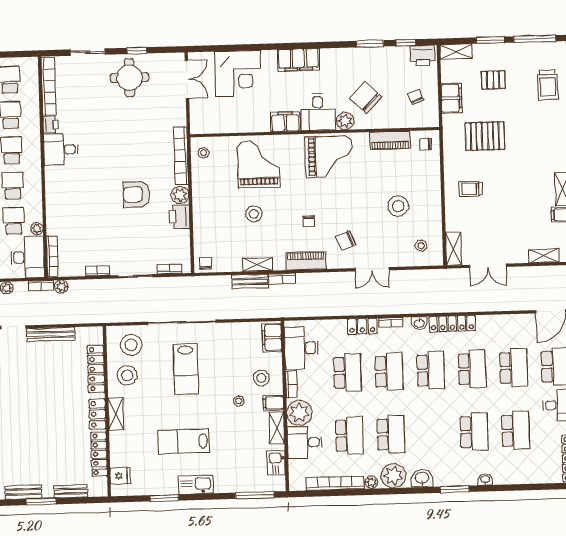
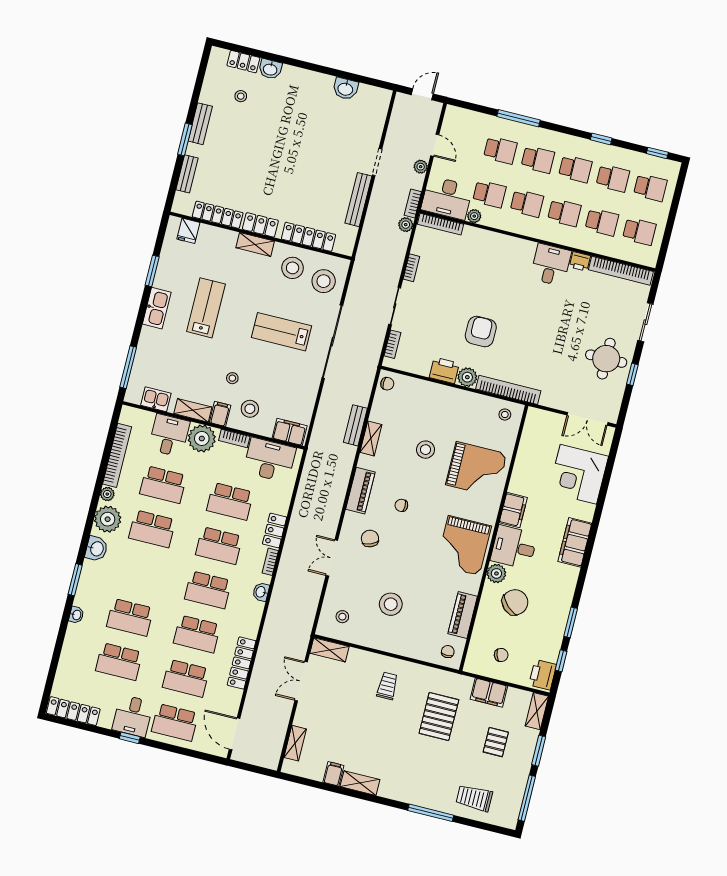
bookcase: (282, 279) -> (348, 460), removed
locker: (452, 324) -> (242, 663), moved

